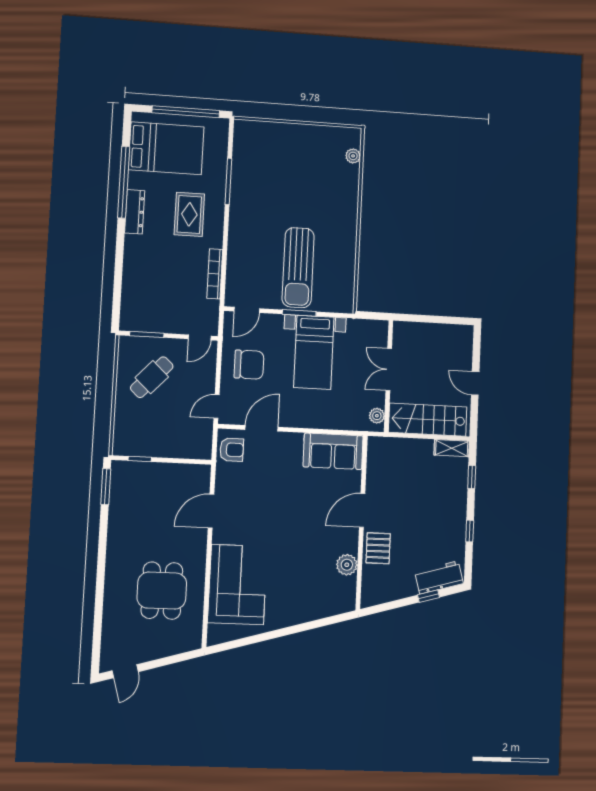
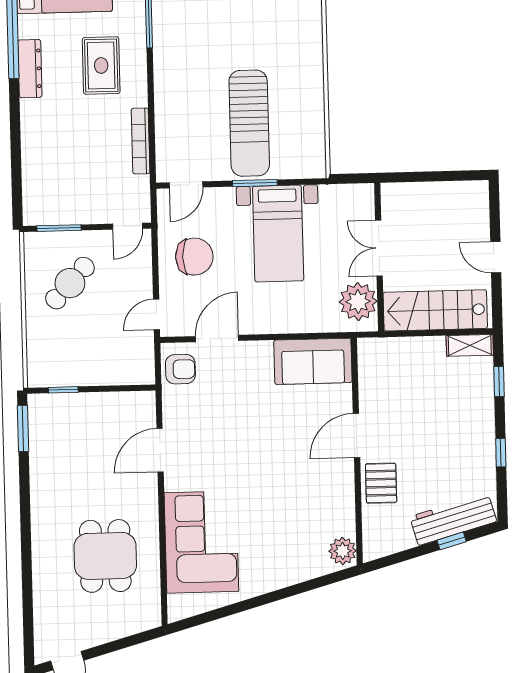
plant: (377, 416) -> (358, 302), width x1.87, depth x1.87
plant: (347, 565) -> (343, 551), moved
workbench: (439, 577) -> (453, 519), width x1.38

